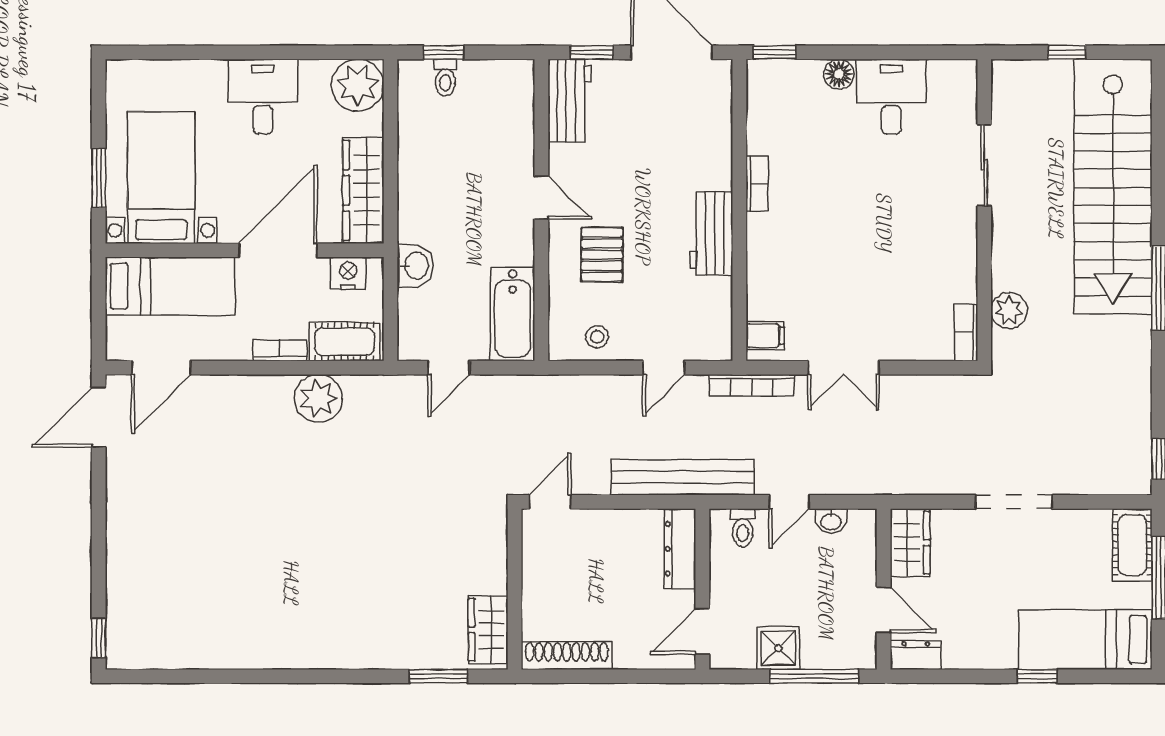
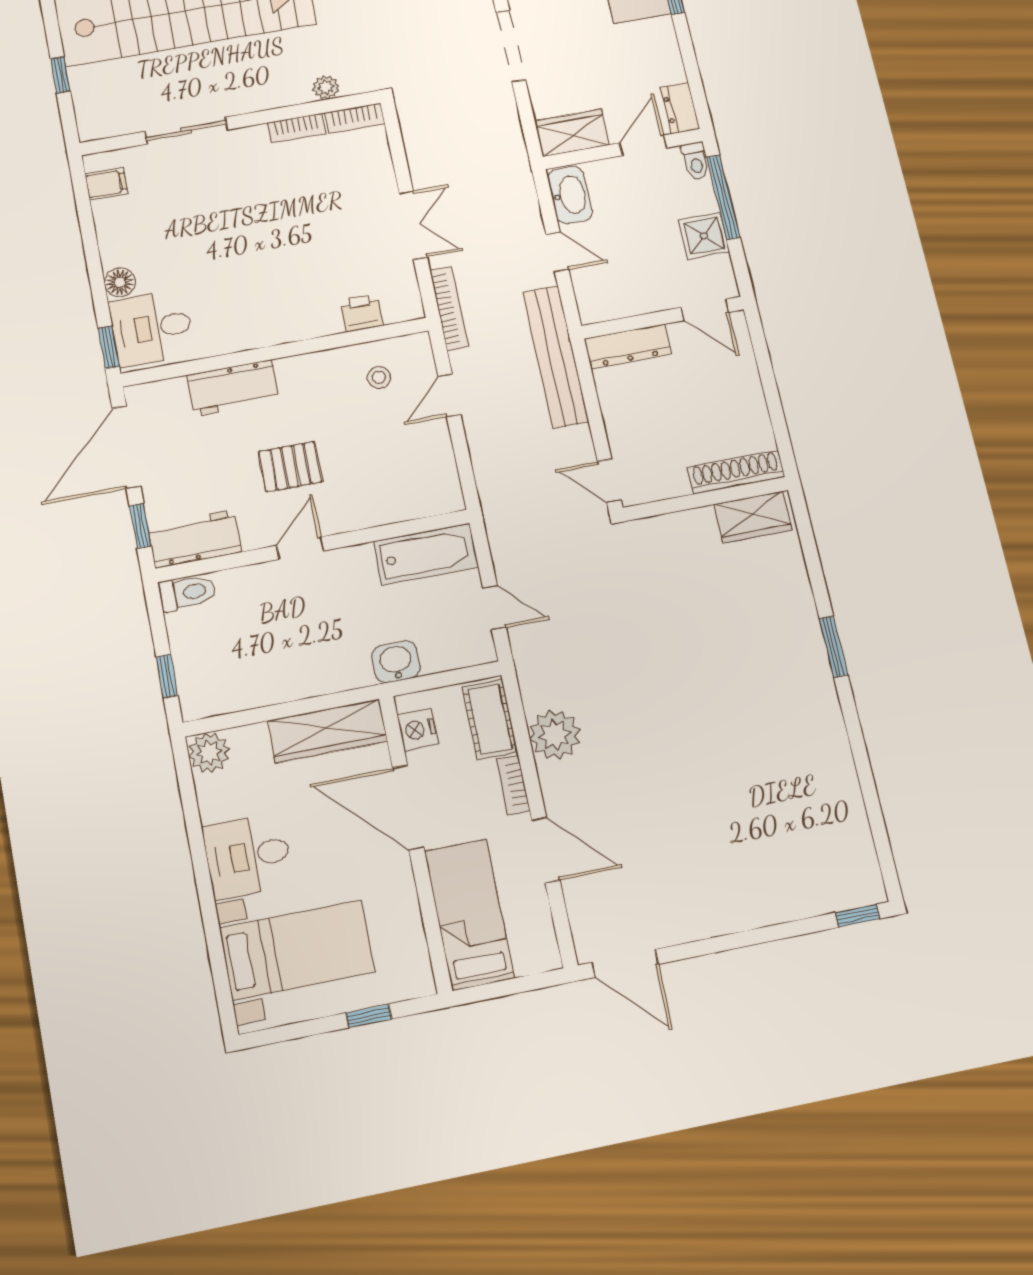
toilet: (445, 78) -> (187, 593), moved, width x1.37, depth x1.39
plant: (358, 85) -> (209, 753), width x0.73, depth x0.73
desk: (891, 97) -> (152, 328), moved
window: (99, 178) -> (369, 1016), width x0.67
bed with nightstands: (161, 178) -> (297, 950), moved, turned 180
bookcase: (757, 184) -> (297, 128), moved, turned 180
workbench: (711, 233) -> (233, 388), moved
pallet: (602, 255) -> (290, 467), moved
printer: (763, 300) -> (362, 313), added
plant: (1009, 310) -> (326, 87), width x0.73, depth x0.73
filing cabinet: (765, 335) -> (106, 184), moved, turned 90
stool: (597, 337) -> (379, 377), moved
door: (161, 368) -> (546, 850), moved
door: (664, 368) -> (449, 395), swing flipped
washbasin: (831, 521) -> (570, 195), width x1.91, depth x1.45
toilet: (743, 528) -> (695, 161), moved, turned 90
shoe rack: (567, 655) -> (736, 472), moved, turned 90
window: (438, 676) -> (834, 647), moved

